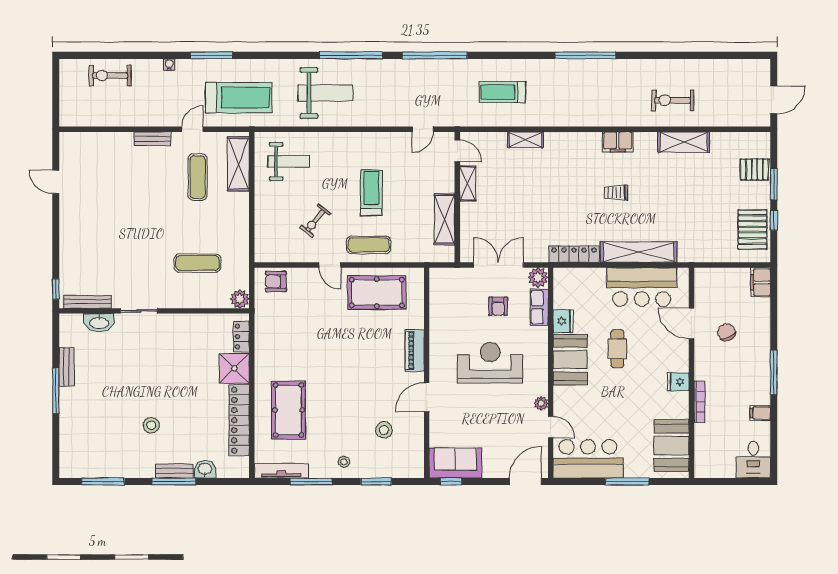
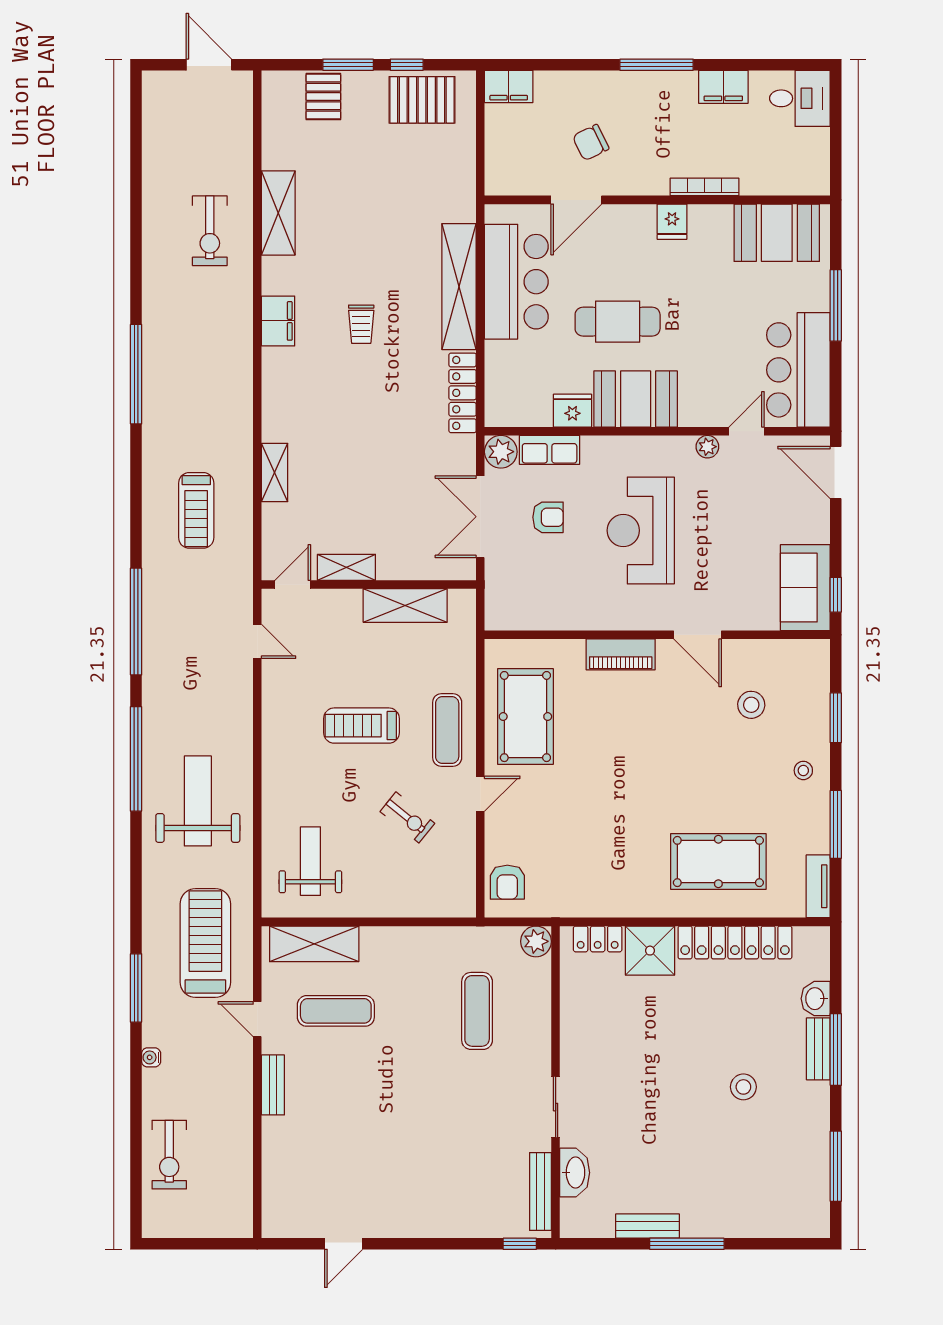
cafe table: (617, 349) -> (618, 322), width x1.37, depth x1.35
filing cabinet: (760, 413) -> (723, 87), width x2.00
tv unit: (281, 471) -> (818, 886), width x0.71

